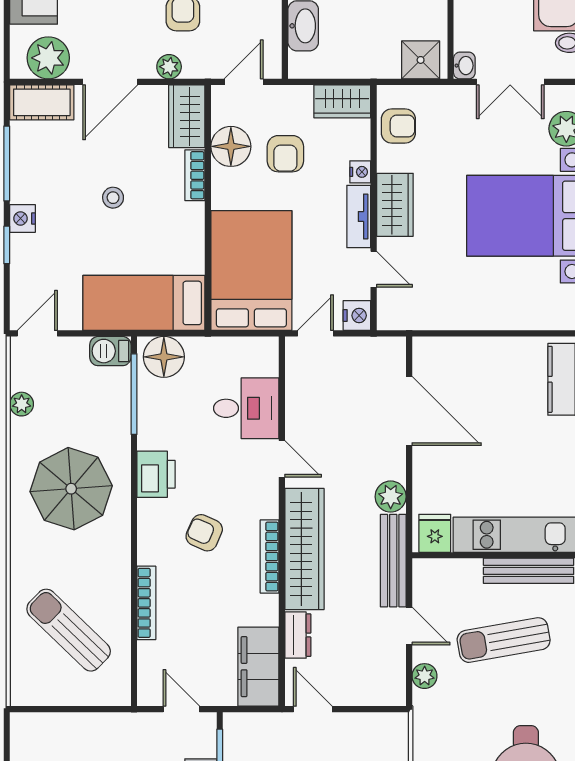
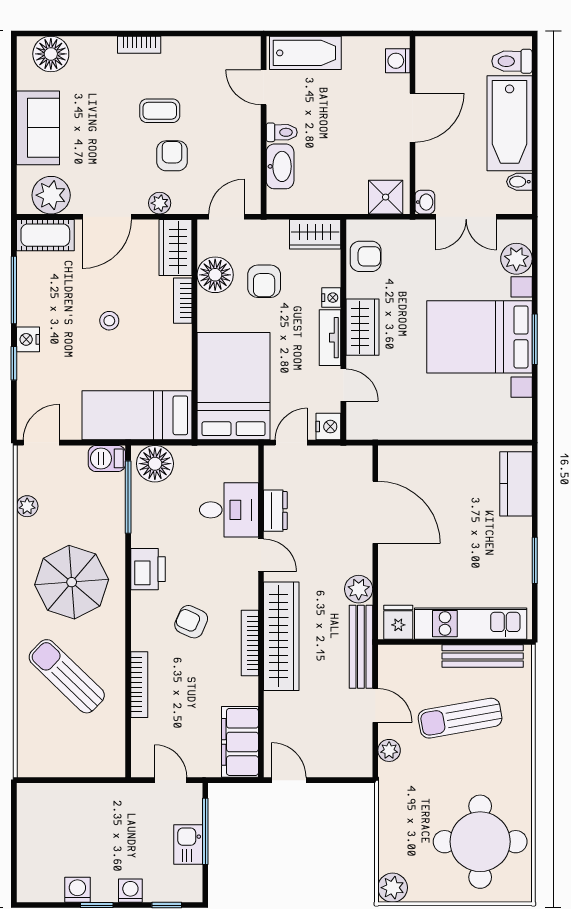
sun lounger: (69, 630) -> (67, 676), moved
dresser: (298, 635) -> (275, 511), moved

